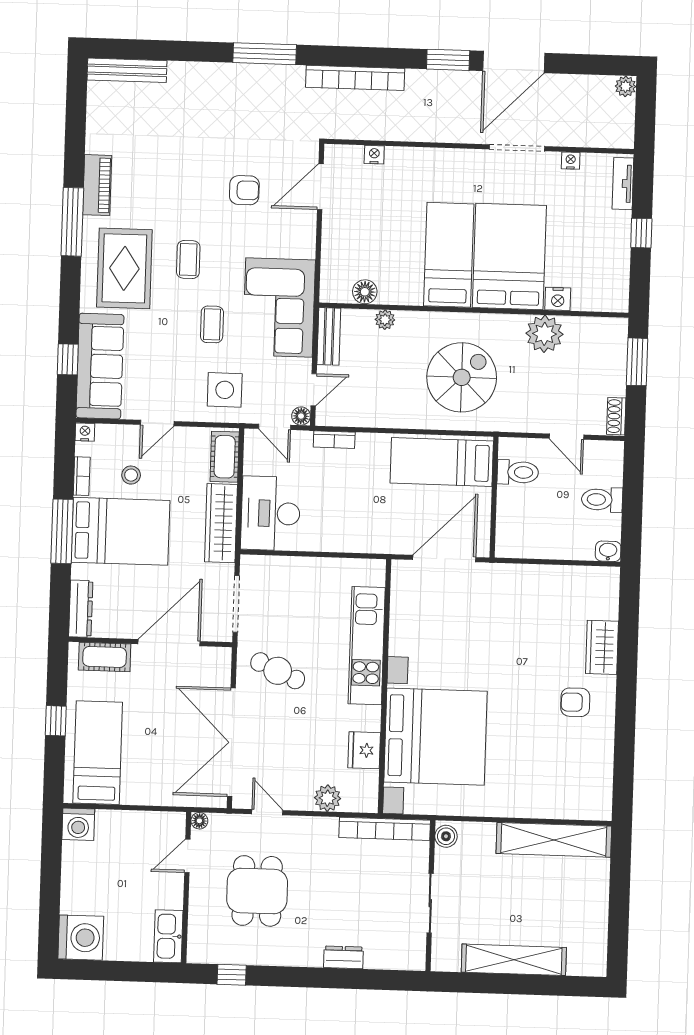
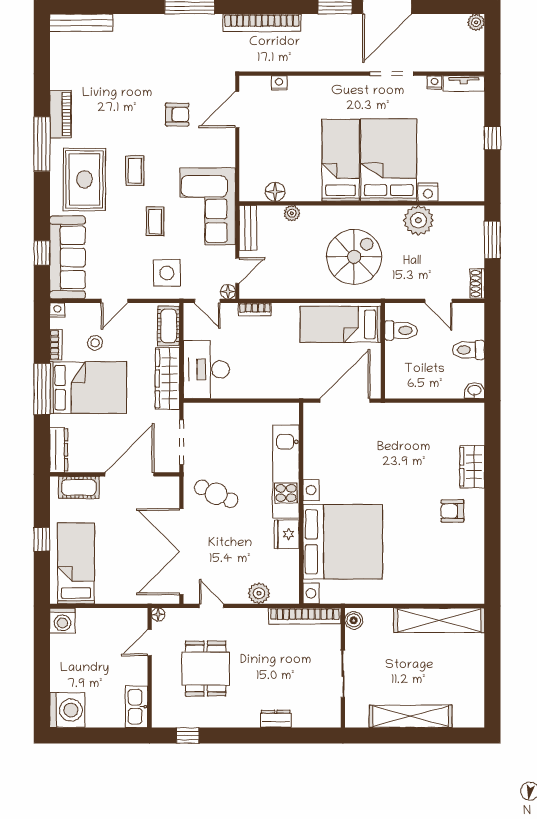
tv unit: (623, 184) -> (464, 84), moved, turned -90
fridge: (364, 750) -> (287, 534), moved

